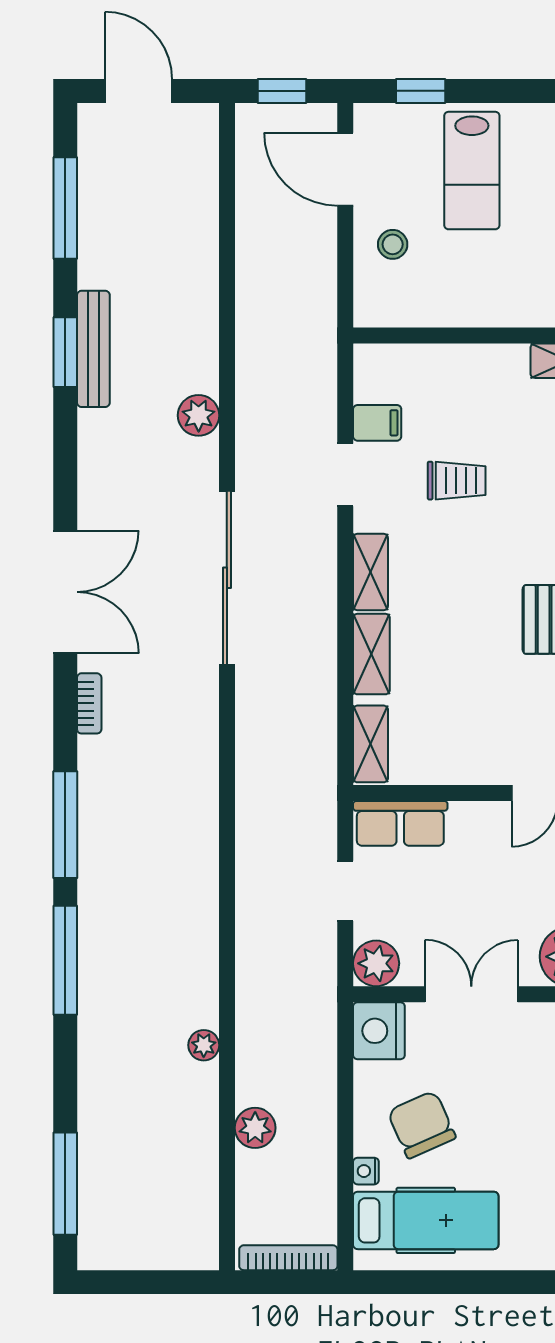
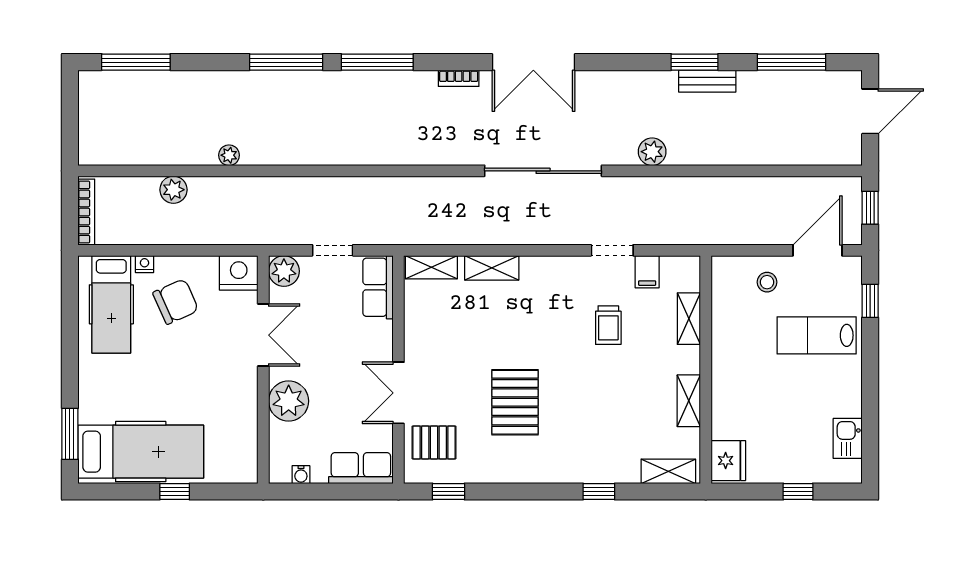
bench: (93, 349) -> (707, 81), width x0.73
shelving: (370, 572) -> (689, 319), moved, turned 90

